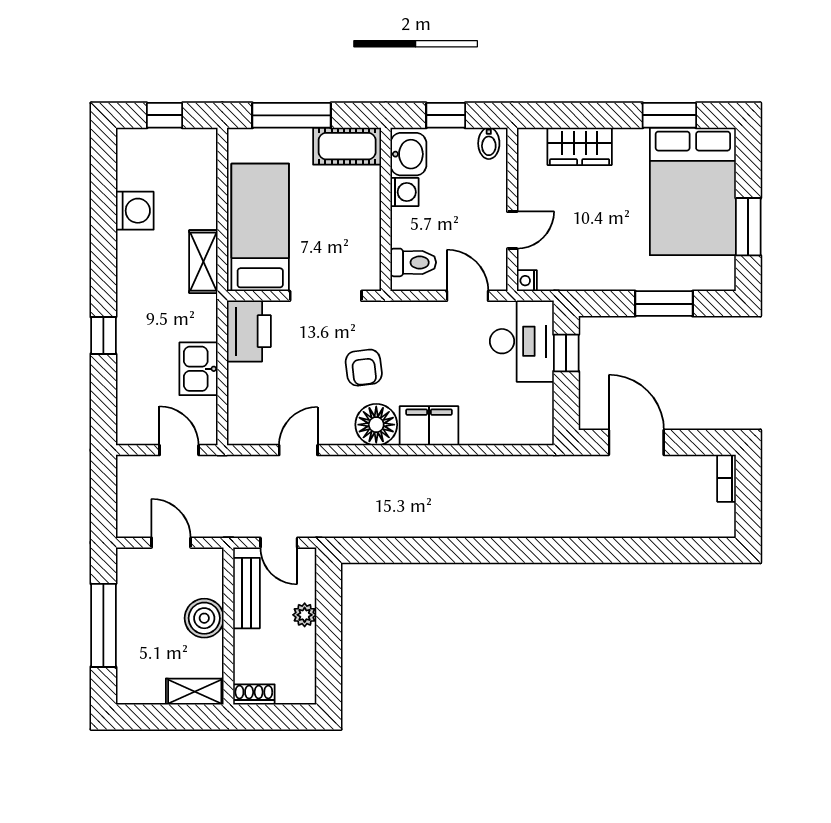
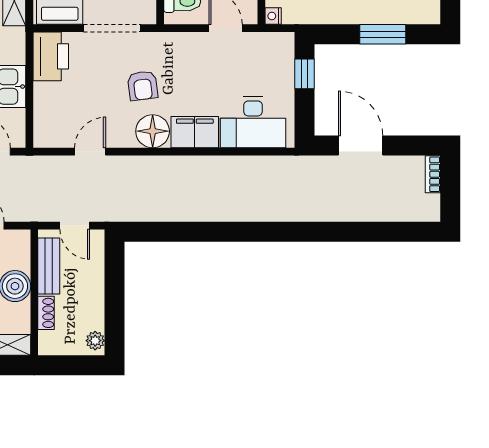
desk: (522, 341) -> (253, 122), moved, turned 90
plant: (305, 615) -> (95, 341), moved
shoe rack: (254, 694) -> (46, 313), moved, turned 90

